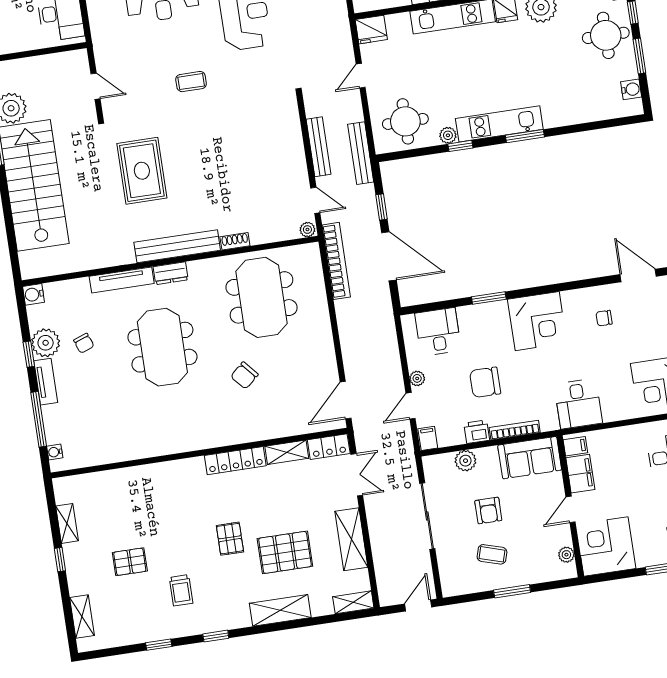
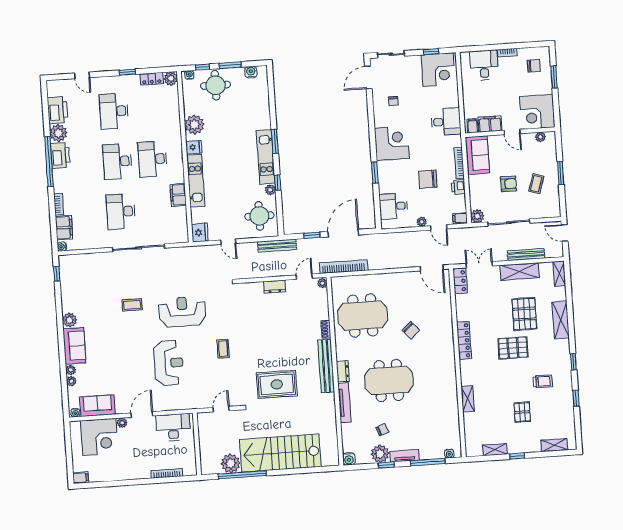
bench: (318, 147) -> (526, 254), moved
dresser: (296, 155) -> (274, 287), added
chair: (485, 382) -> (428, 179), turned 90
shelving: (287, 452) -> (468, 399), moved
plant: (465, 461) -> (477, 216), moved
pallet: (230, 539) -> (513, 348), width x1.50, depth x1.42

